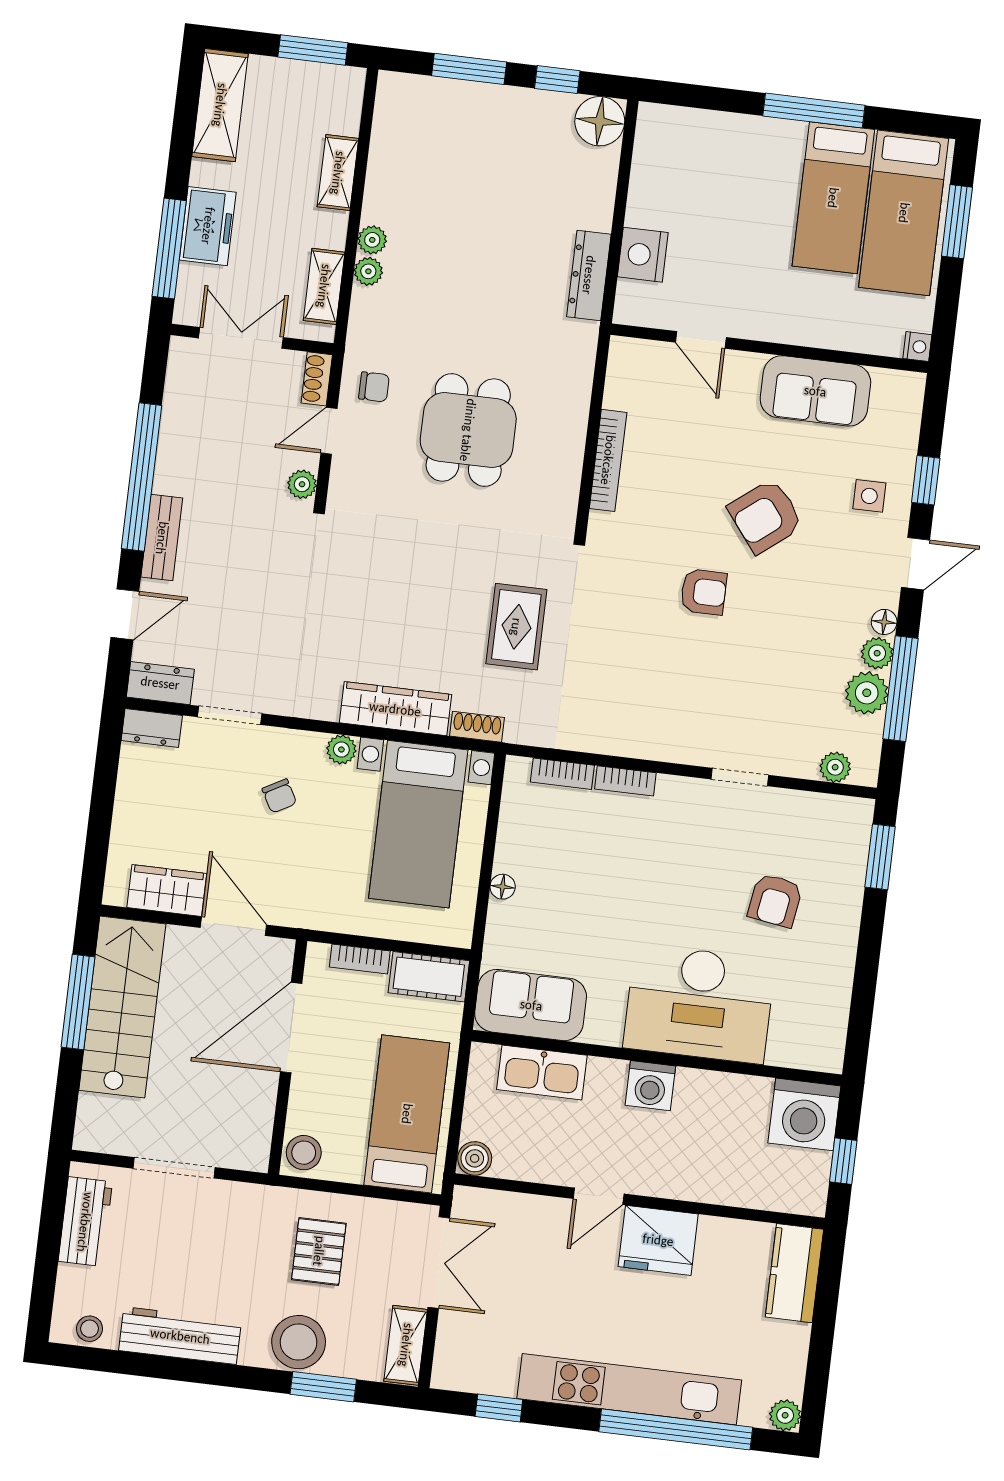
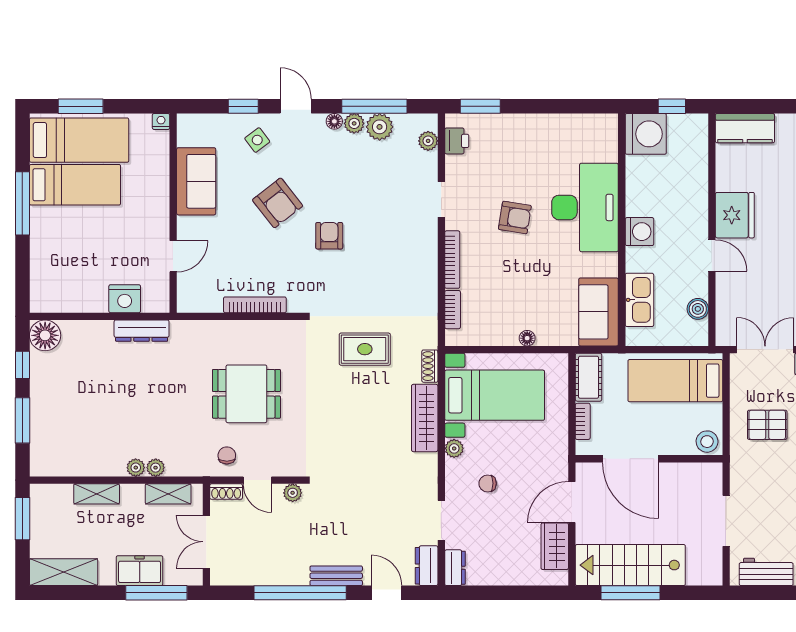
side table: (869, 496) -> (257, 140), turned -37
bookcase: (625, 781) -> (452, 260), width x1.56
chair: (279, 796) -> (488, 483), turned -151
printer: (830, 813) -> (457, 141), added
armchair: (775, 900) -> (515, 217), moved
boiler: (475, 1158) -> (698, 309), moved

